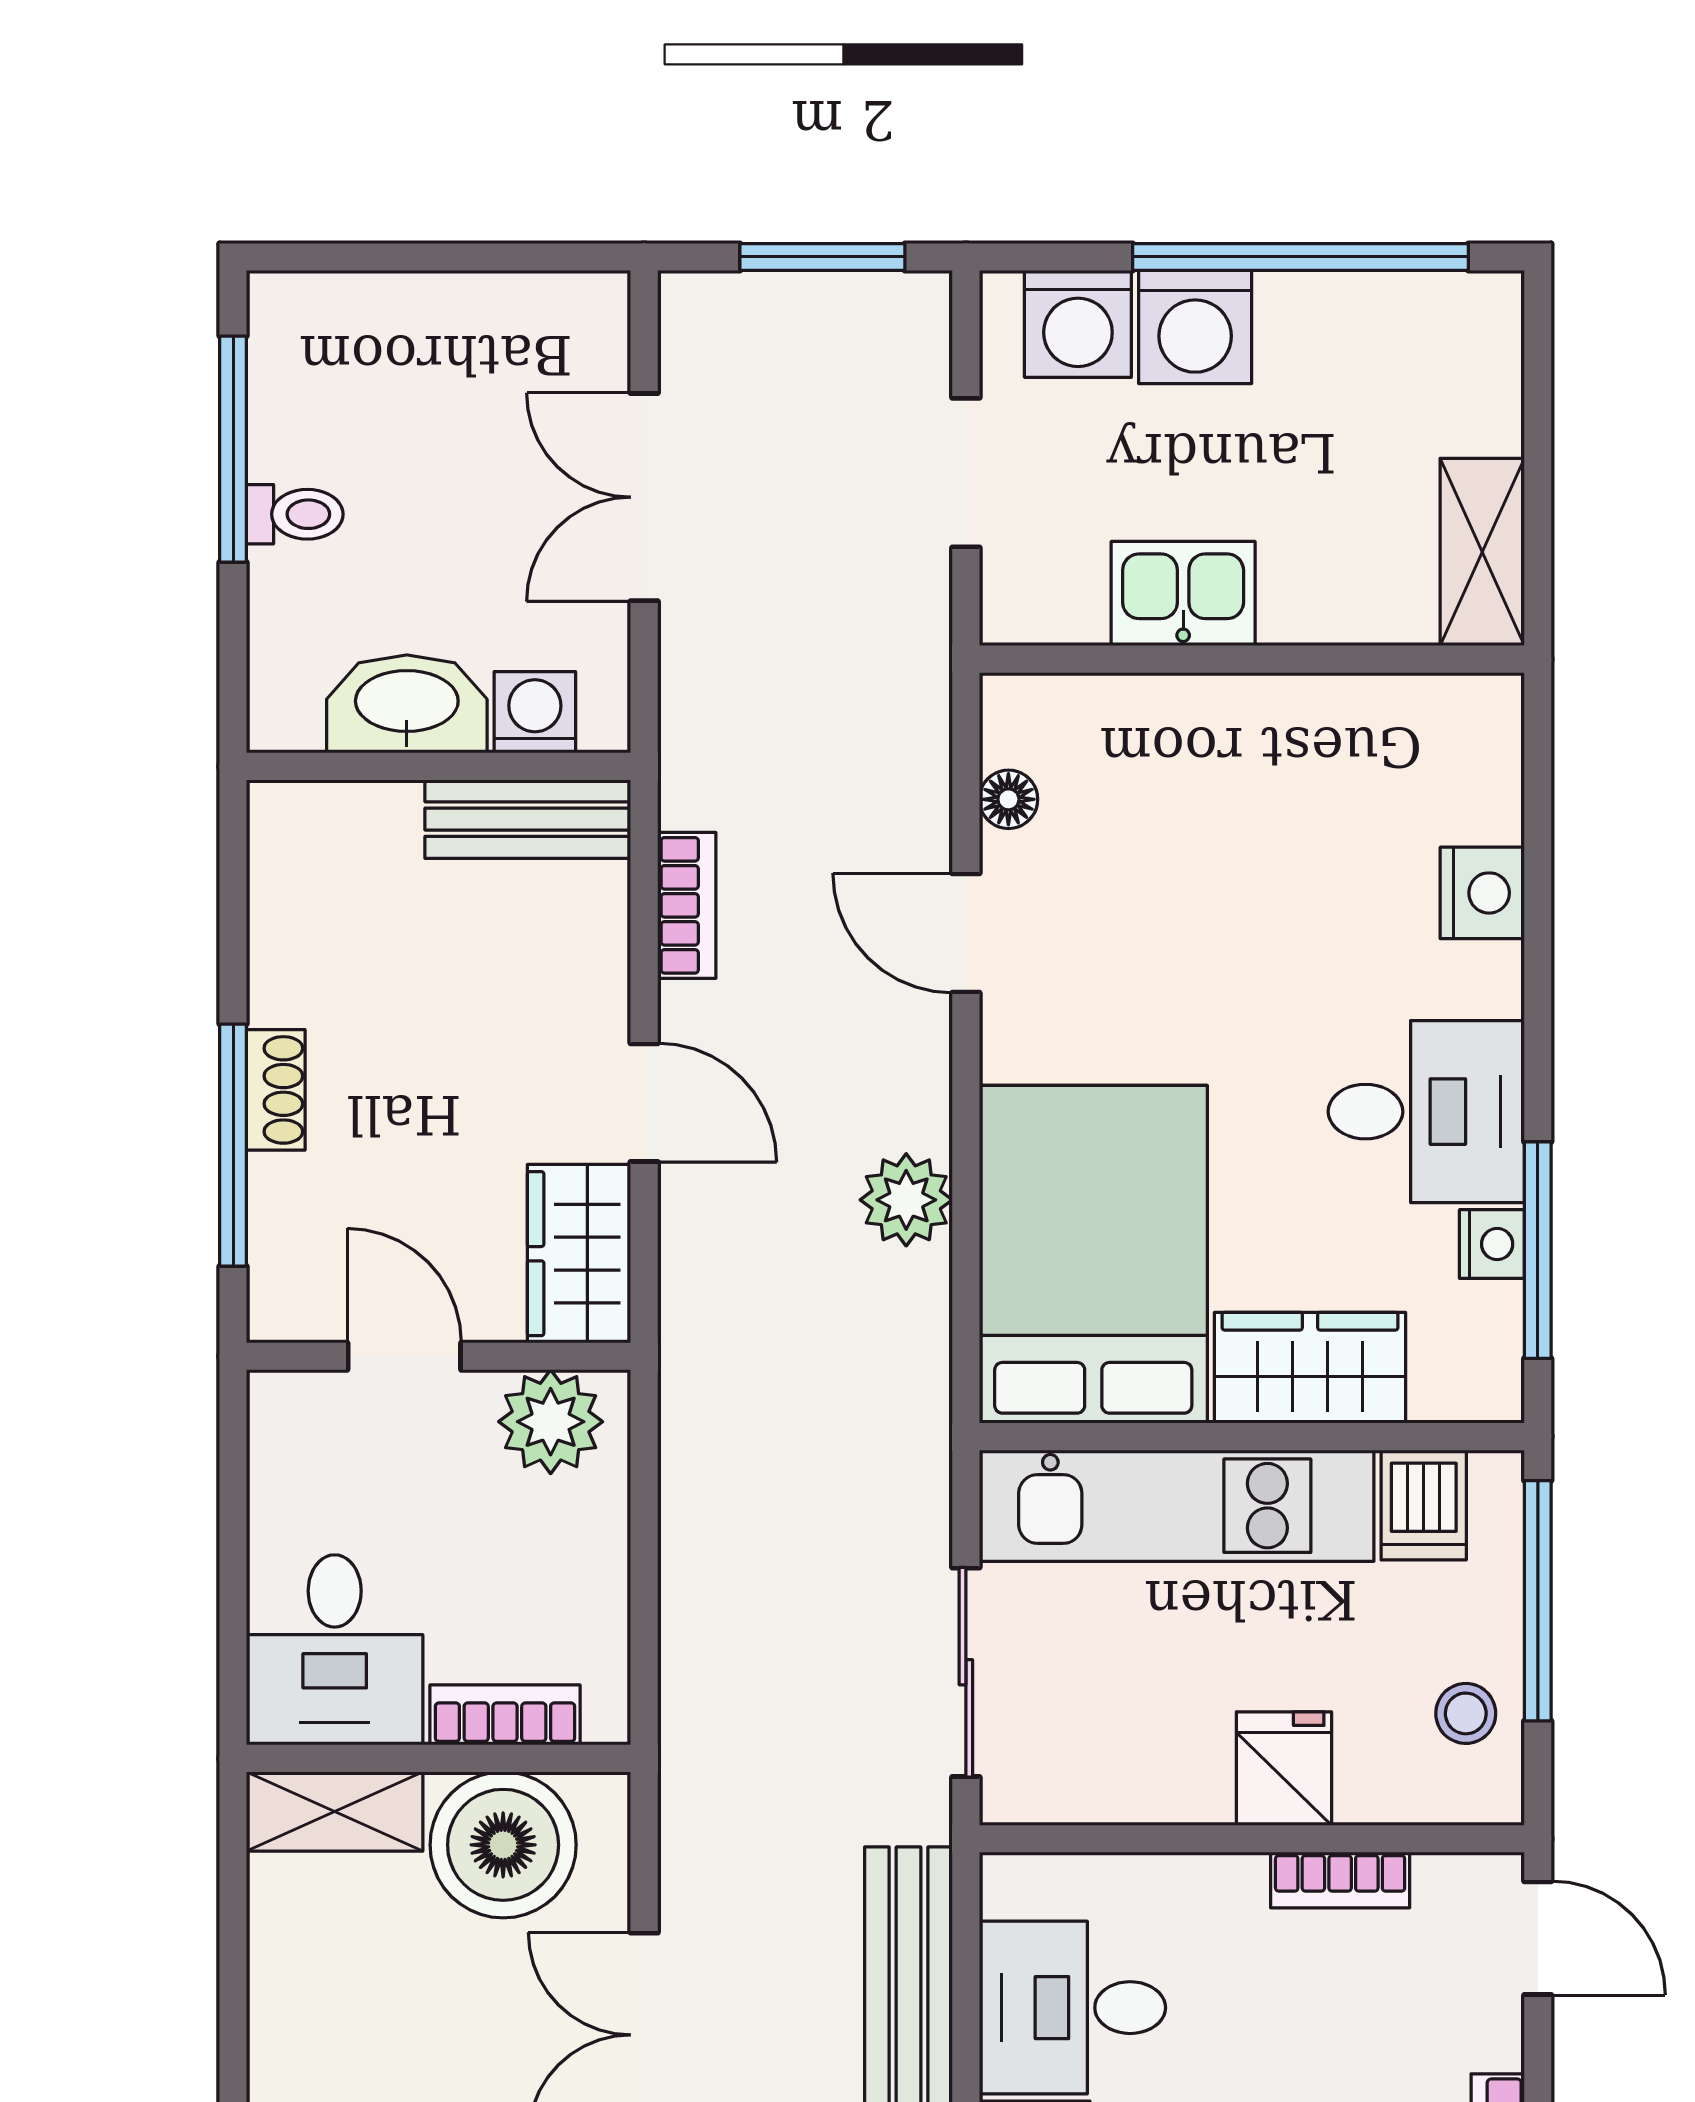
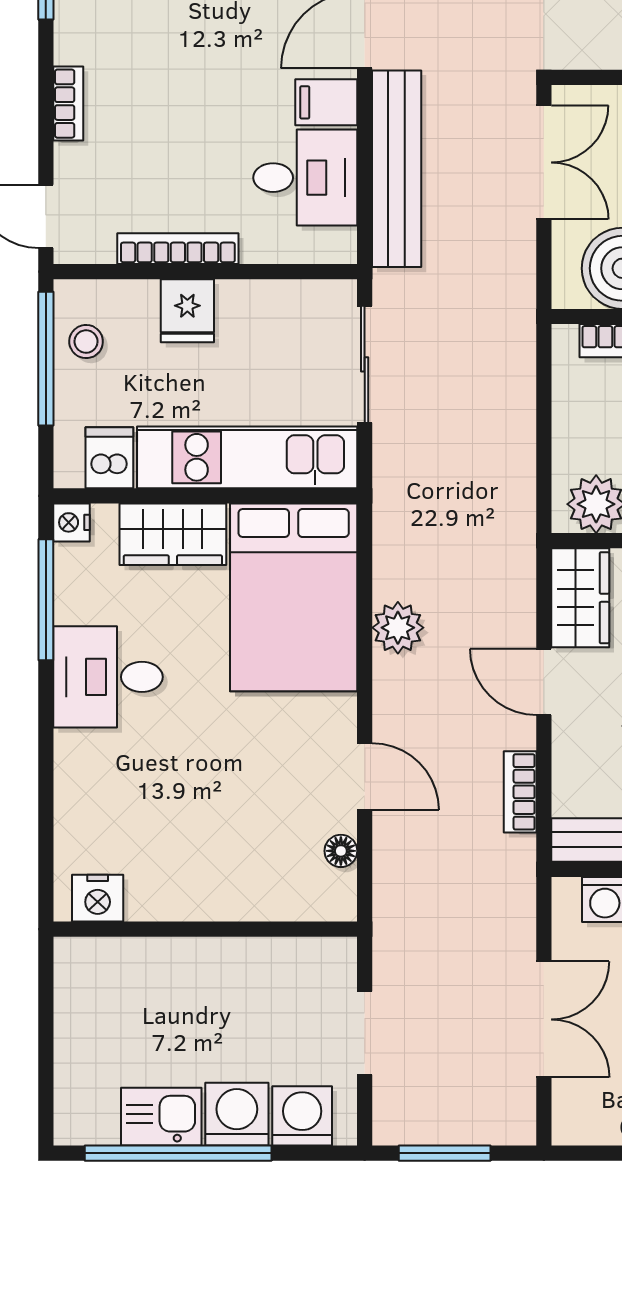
shelving: (1482, 552) -> (77, 989), removed
kitchen sink: (1183, 594) -> (161, 1117), moved, turned 180
nightstand: (1482, 893) -> (98, 898), moved, turned -90
nightstand: (1492, 1244) -> (71, 522), moved
window: (1538, 1601) -> (46, 359), moved
bookcase: (1340, 1880) -> (178, 249), width x1.56

